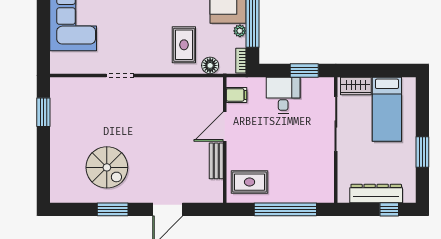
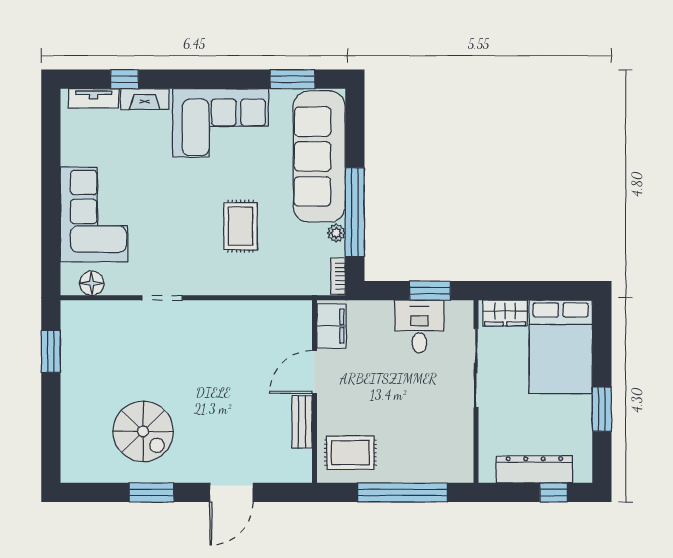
rug: (184, 45) -> (241, 226), moved
floor lamp: (210, 65) -> (92, 283), moved
filing cabinet: (237, 95) -> (332, 326), width x2.00
desk: (283, 95) -> (419, 326), moved
bed: (387, 109) -> (561, 347), width x1.50

